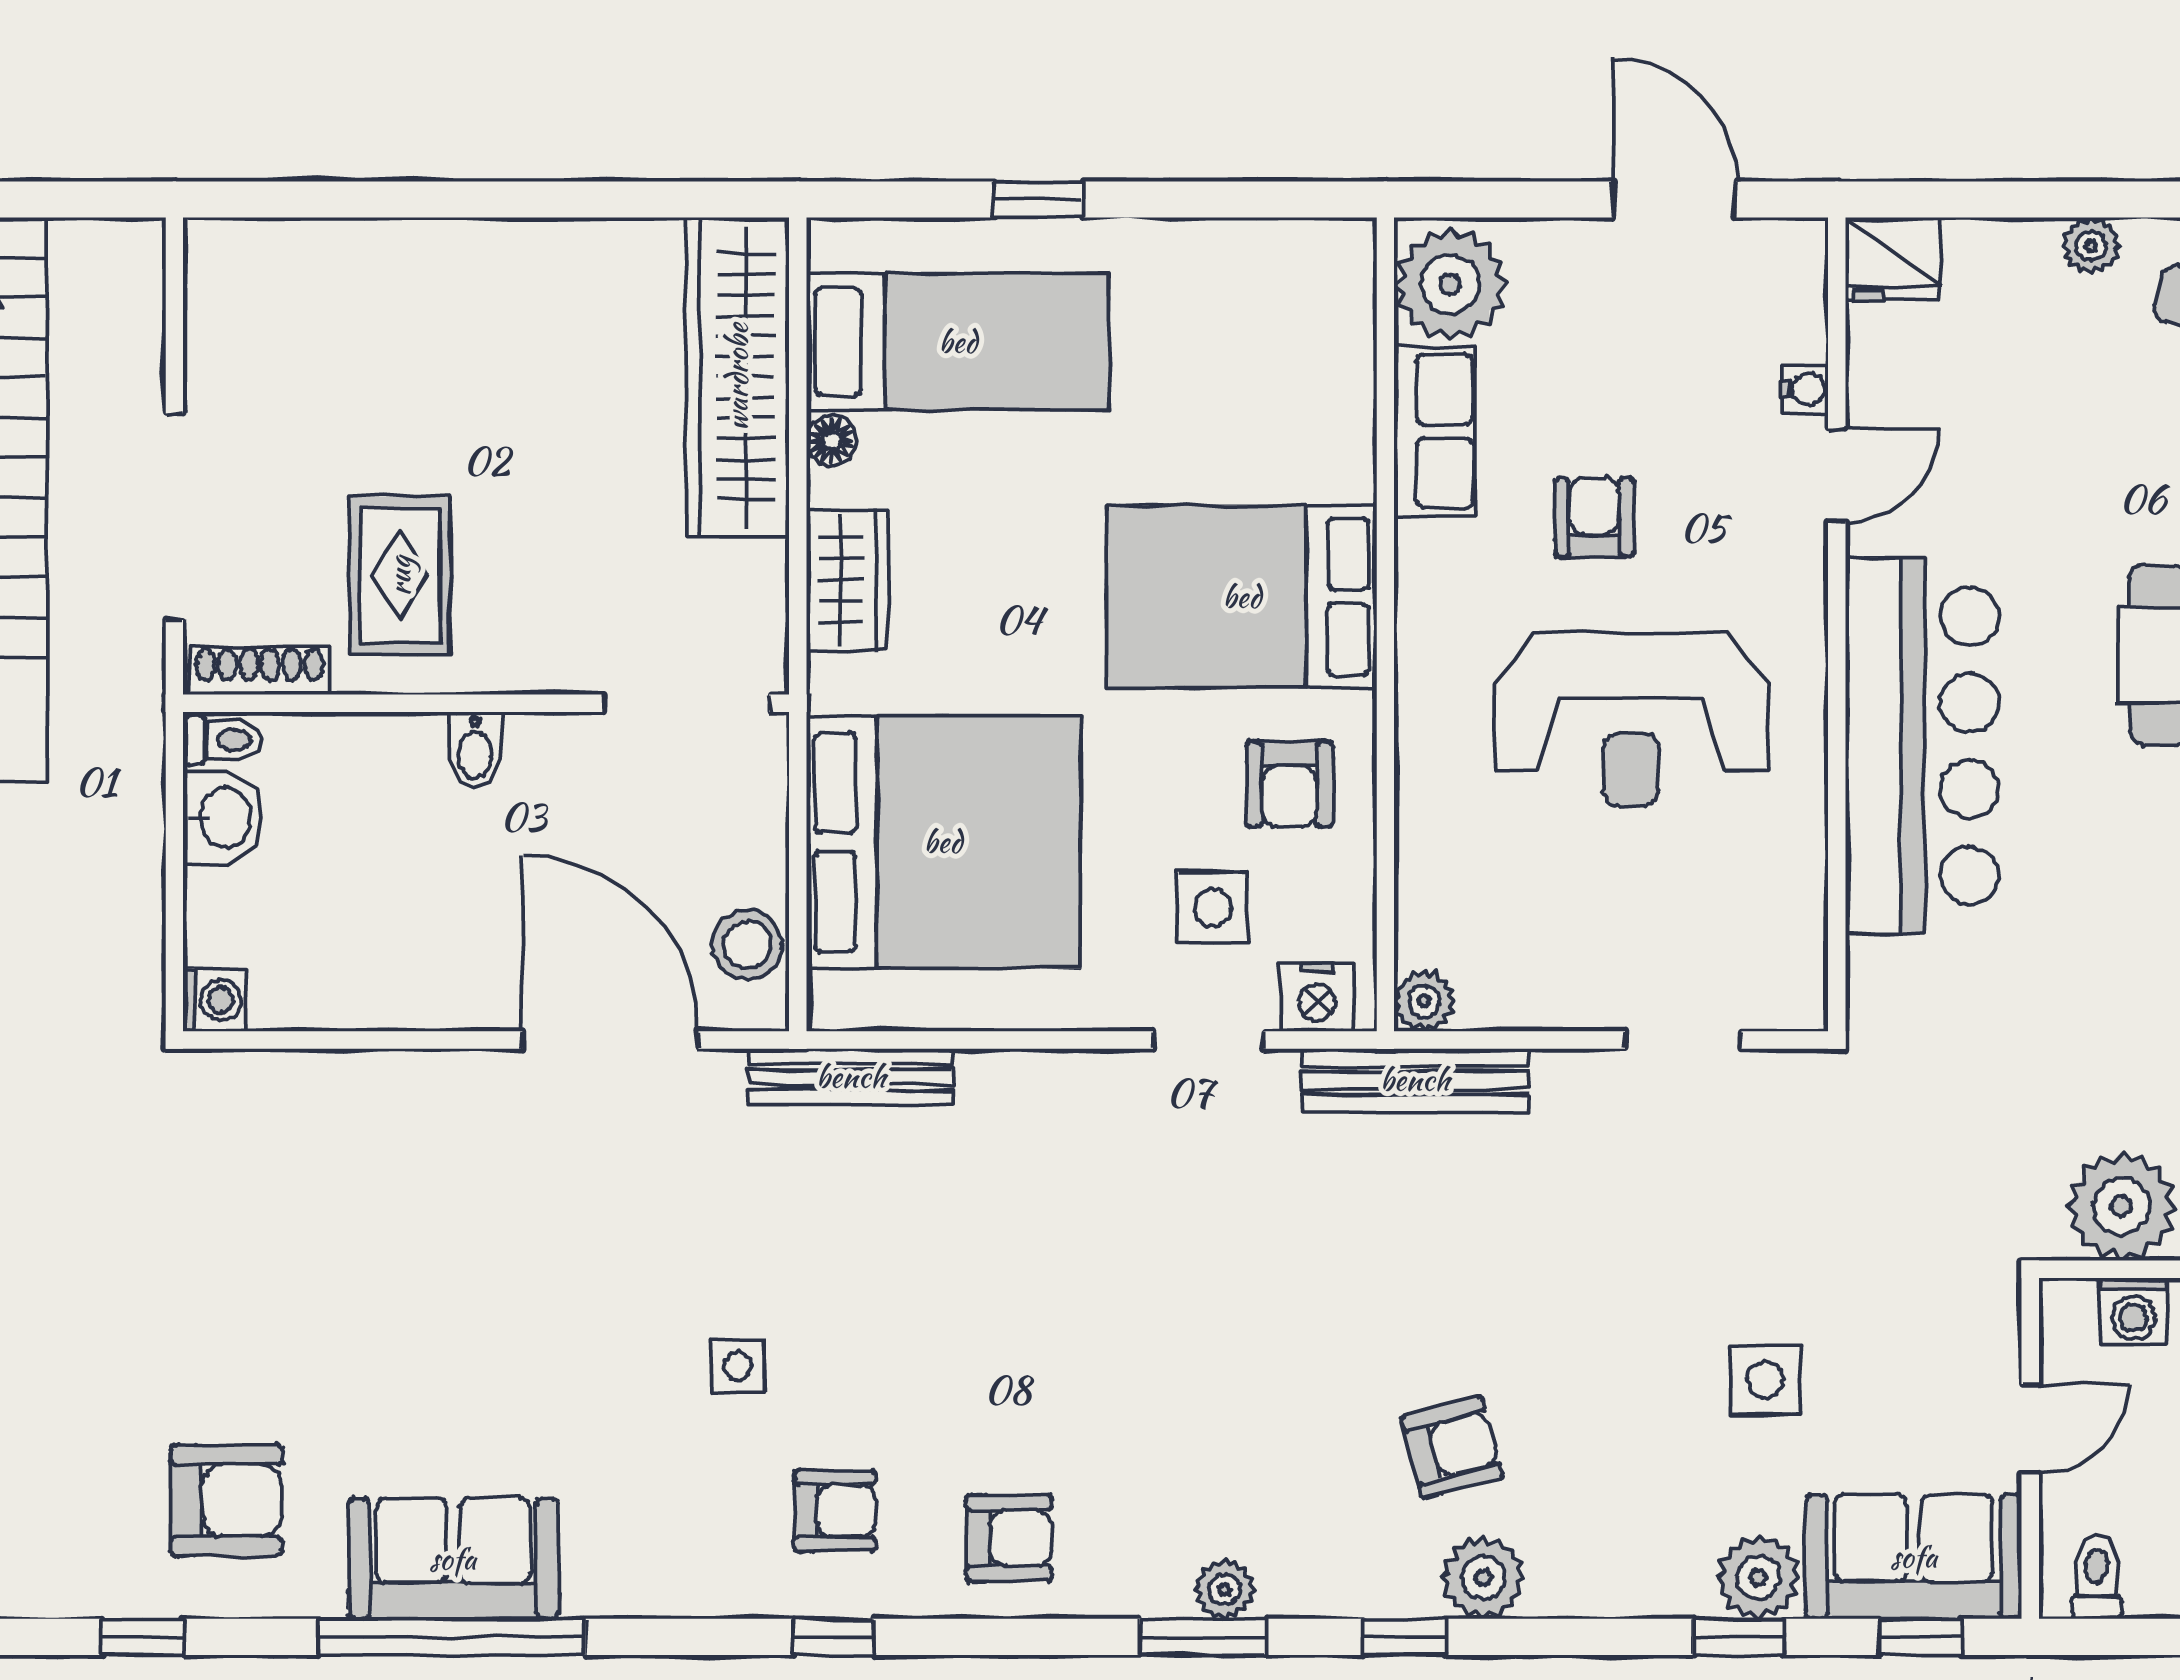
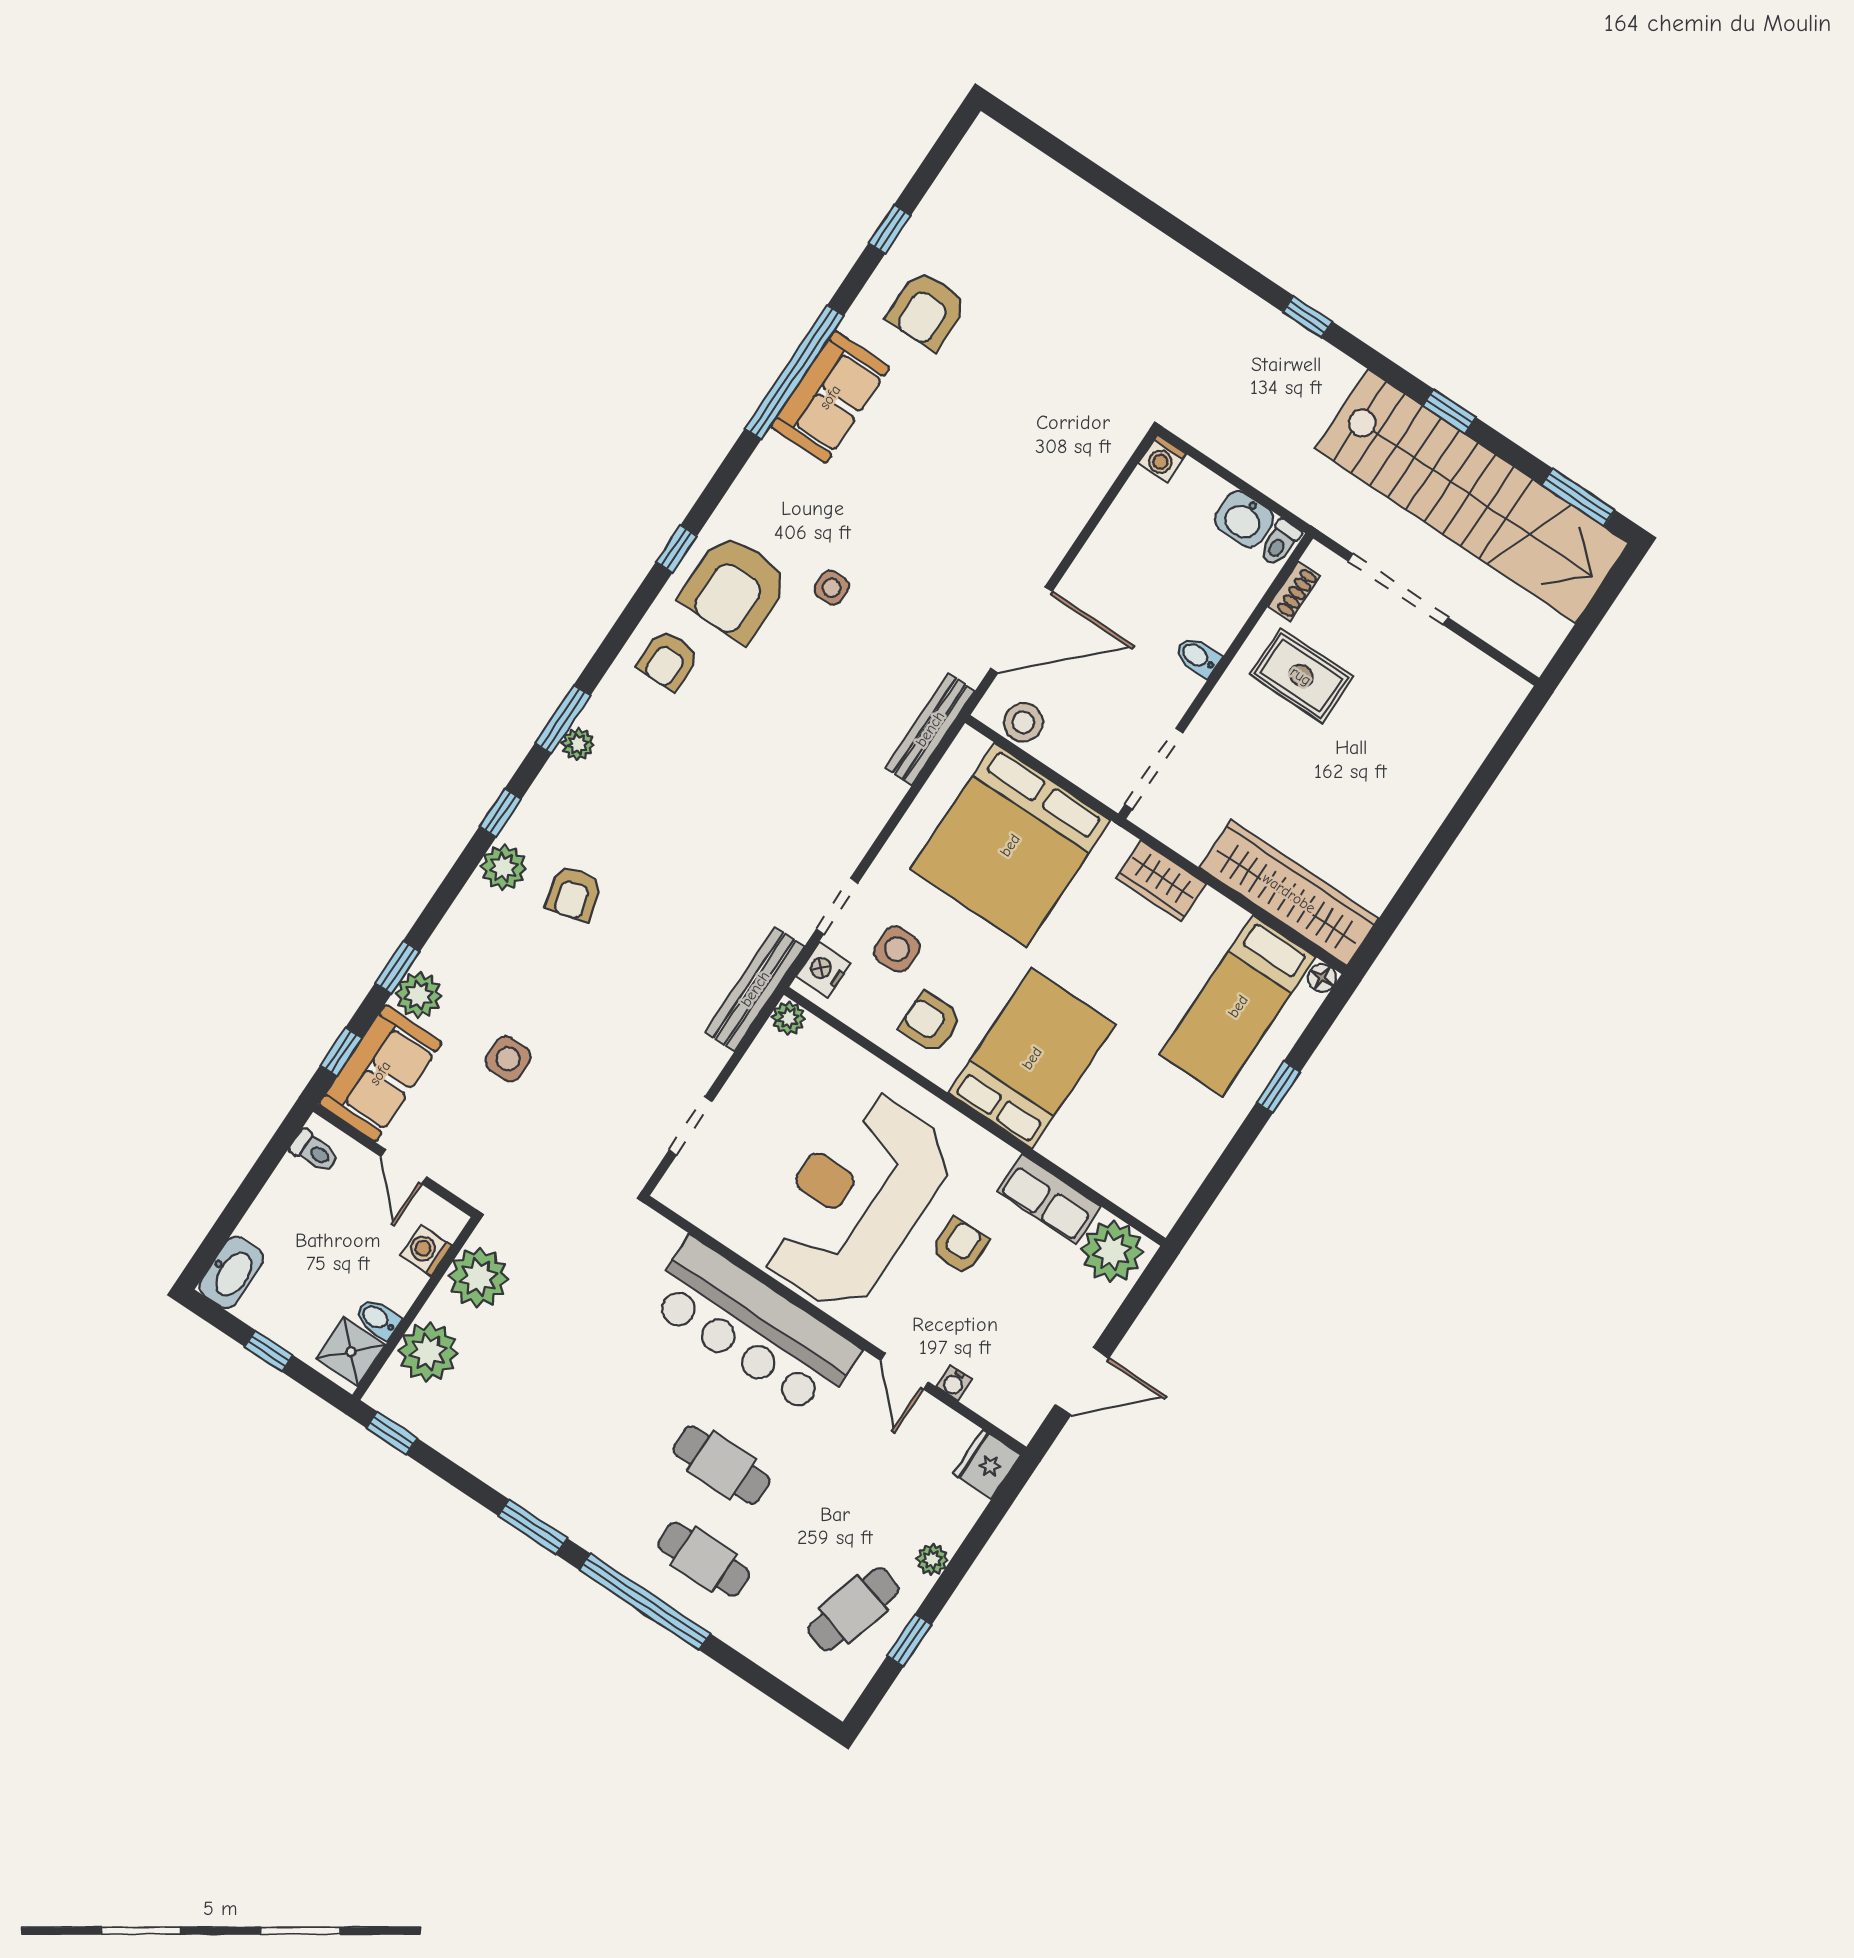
floor lamp: (832, 441) -> (1322, 978), moved
armchair: (1594, 517) -> (960, 1246), turned -90
shoe rack: (260, 671) -> (1294, 591), width x0.70
reception desk: (1631, 719) -> (855, 1201), width x1.36, depth x1.30
armchair: (835, 1511) -> (734, 588), width x1.88, depth x1.88

